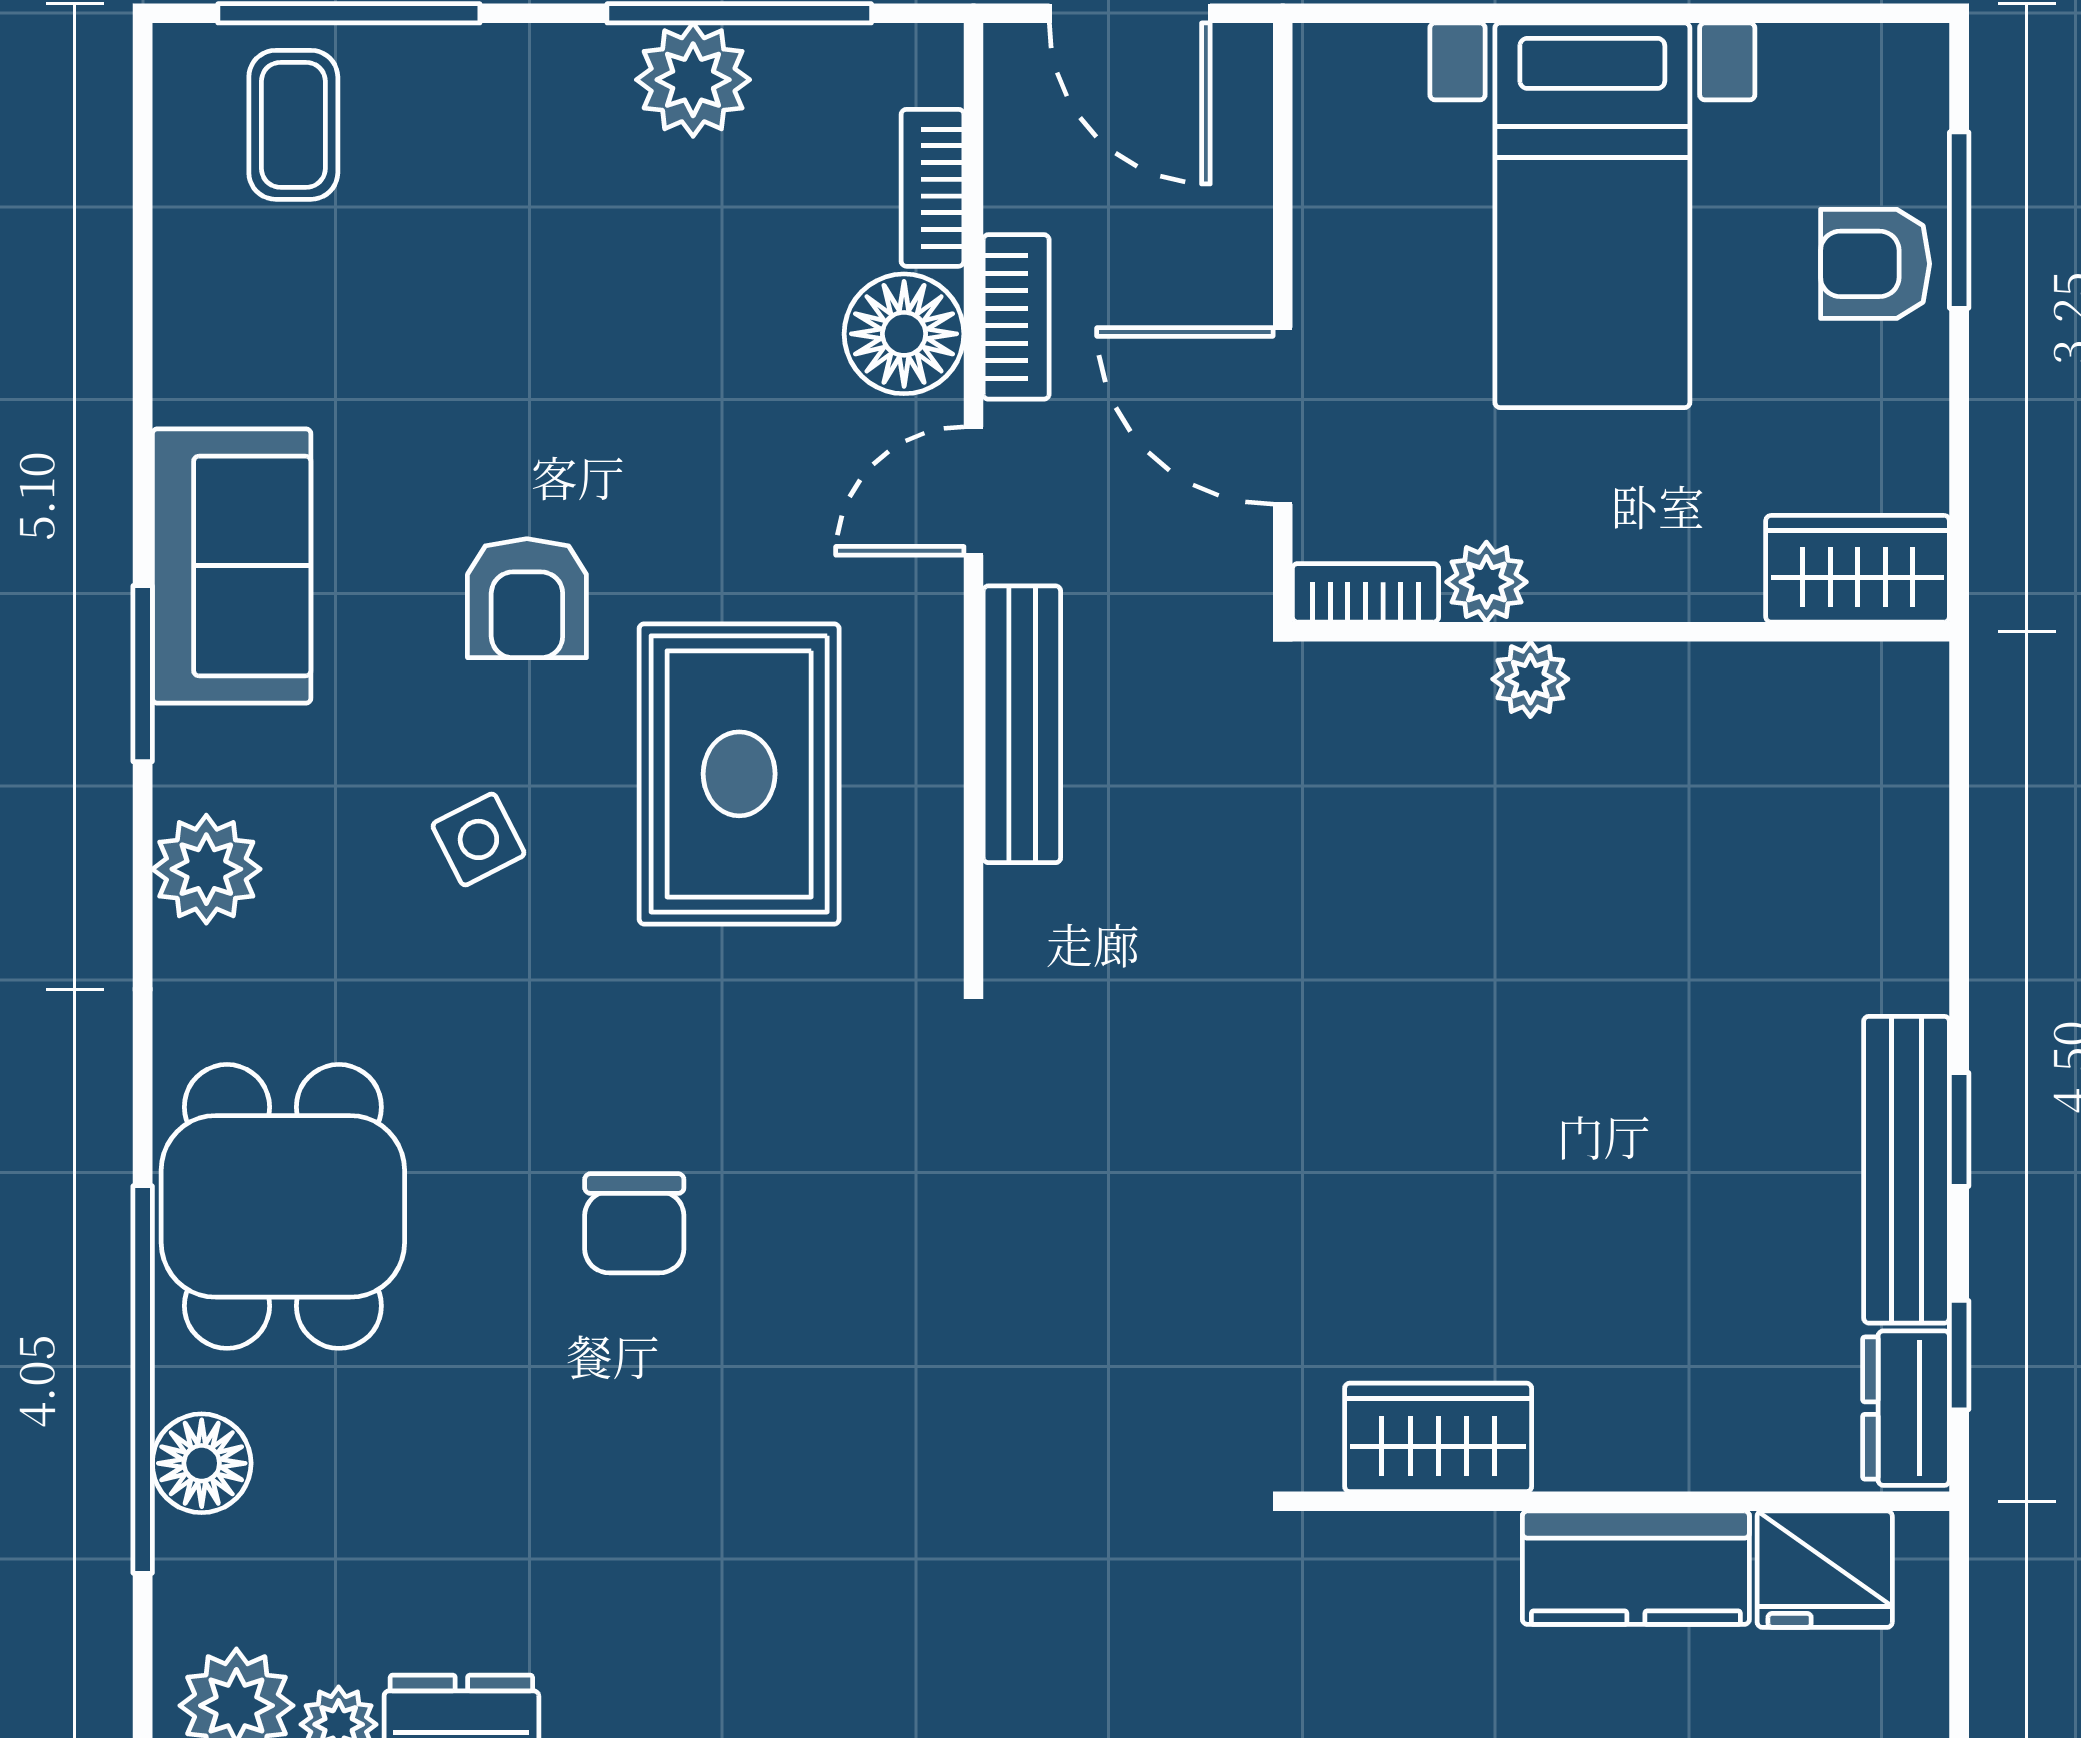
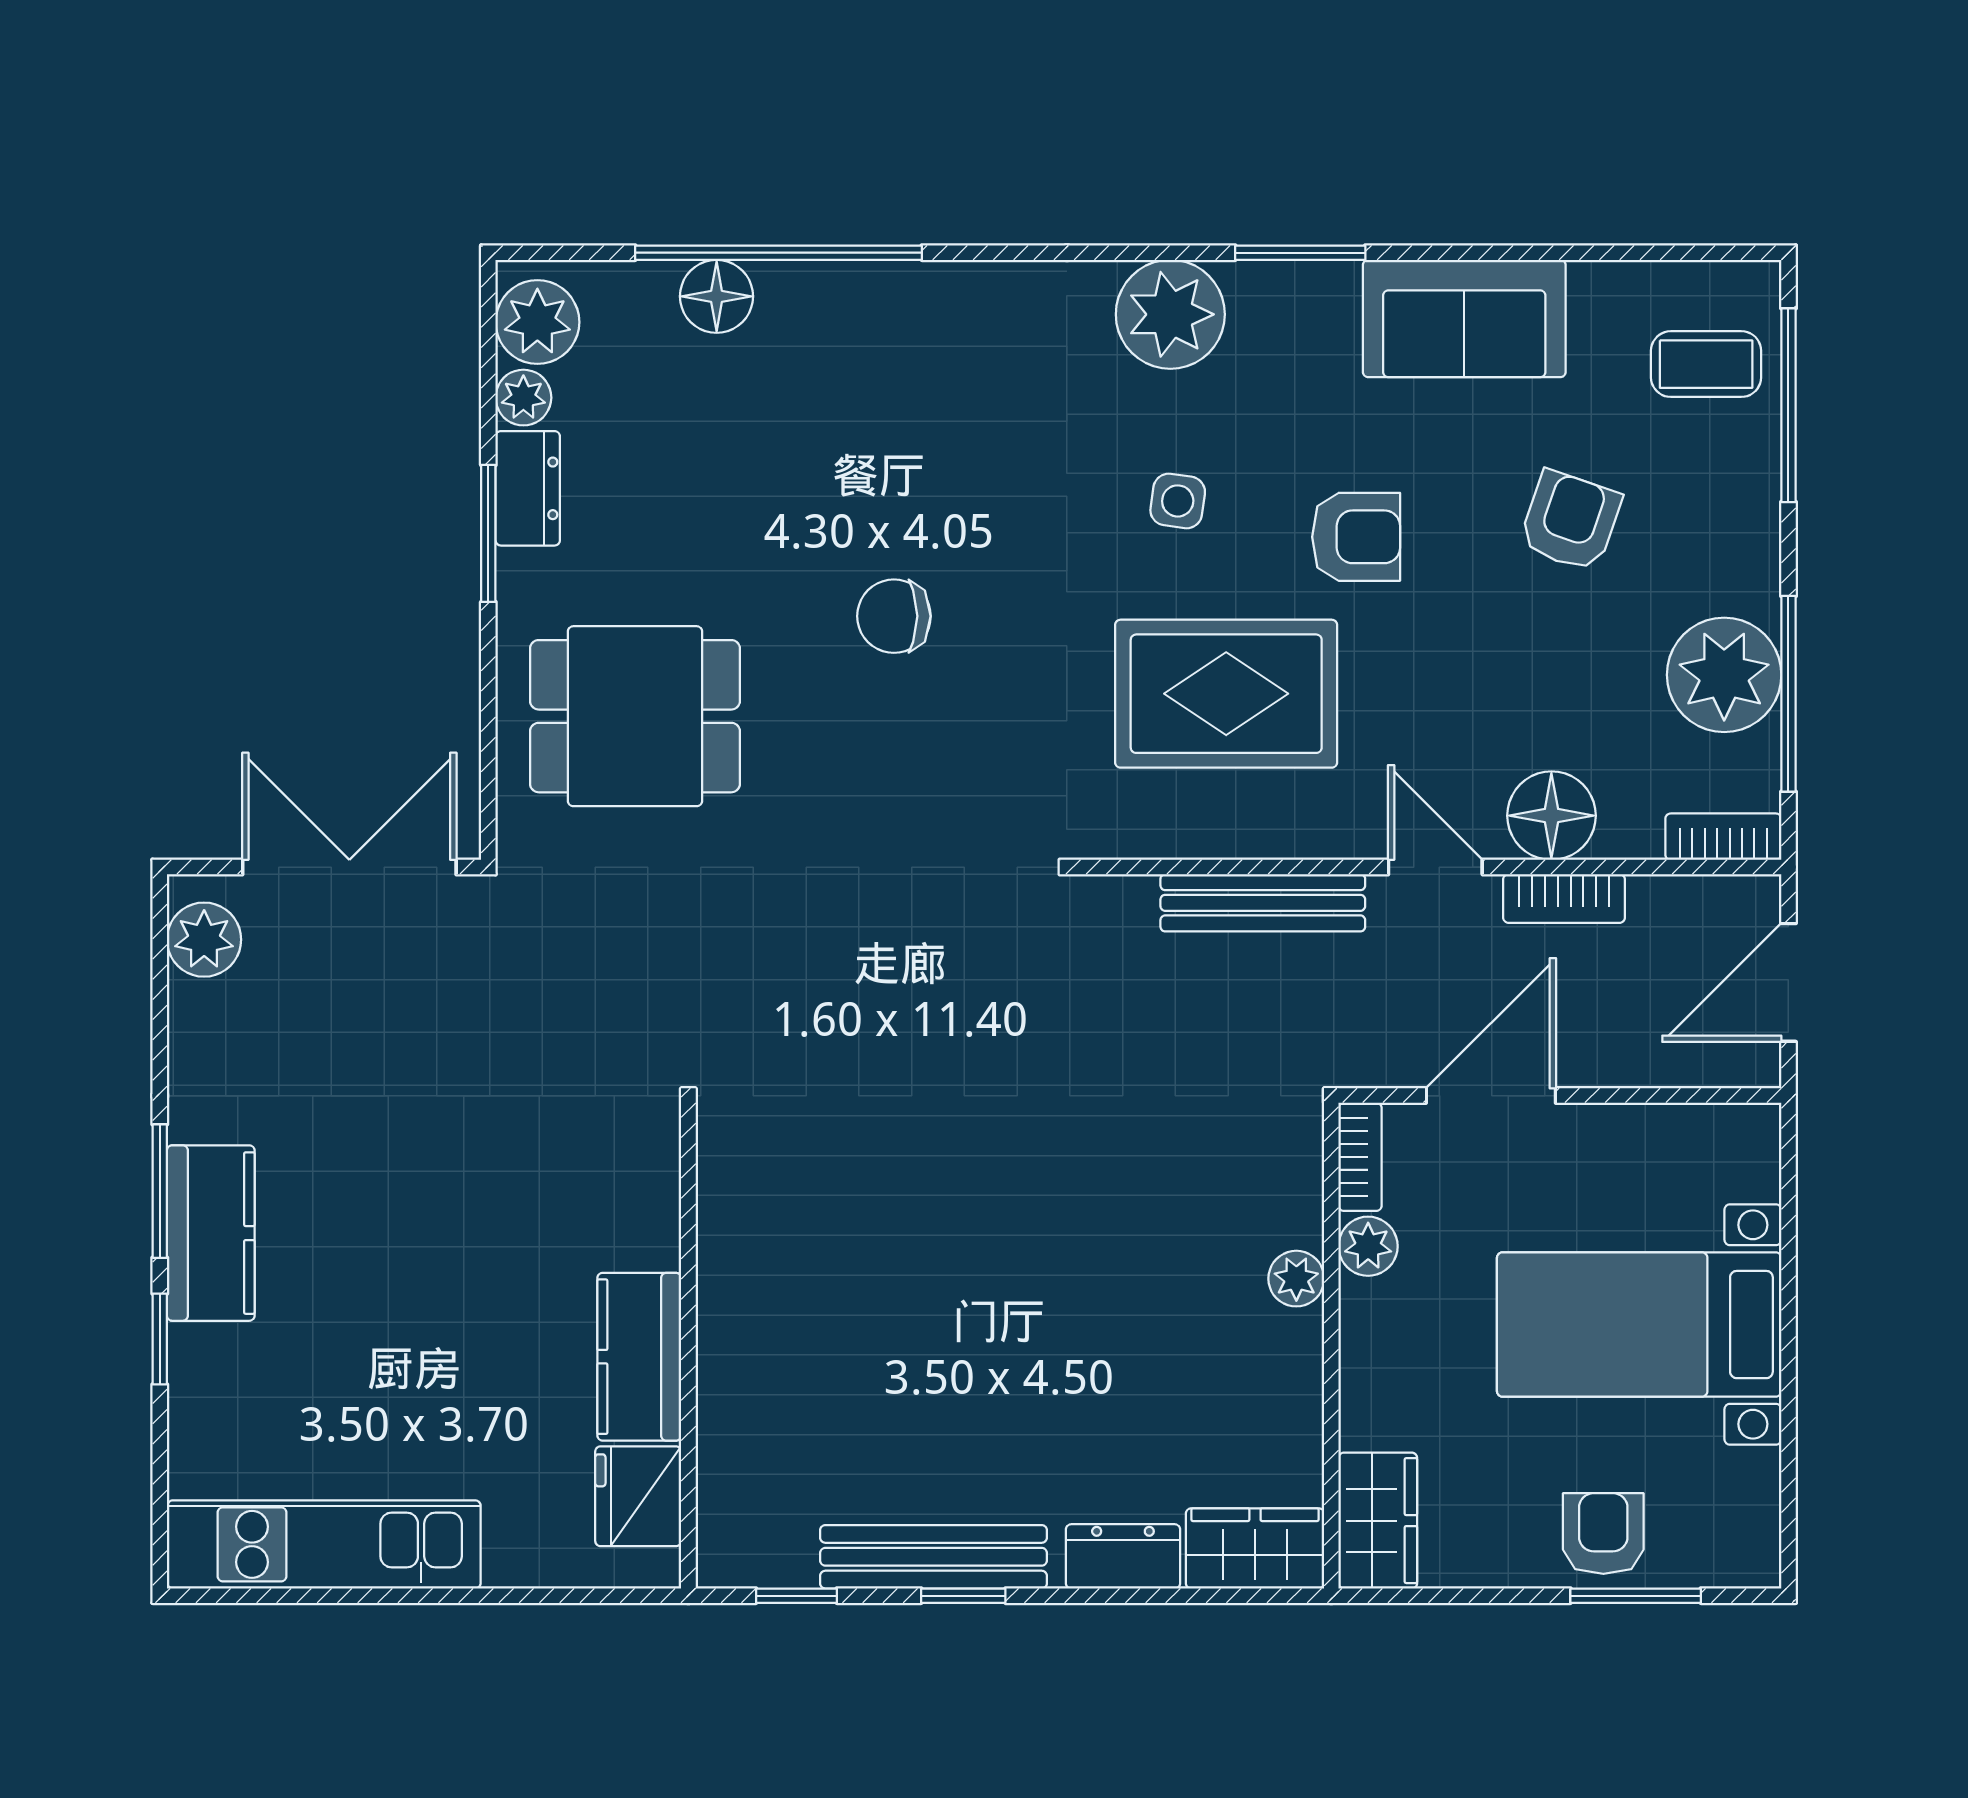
plant: (693, 80) -> (1724, 675), width x1.36, depth x1.36
bookcase: (933, 188) -> (1723, 837), moved
armchair: (505, 309) -> (1570, 521), added
sofa: (232, 566) -> (1464, 318), moved
armchair: (527, 598) -> (1356, 537), turned 180
side table: (478, 839) -> (1178, 501), turned 35
plant: (206, 869) -> (1170, 314), width x1.36, depth x1.36
dining table: (283, 1206) -> (635, 716), moved
dresser: (1906, 1408) -> (1123, 1556), moved
wardrobe: (1438, 1437) -> (1255, 1548), moved, turned -90

